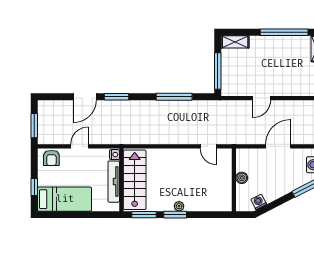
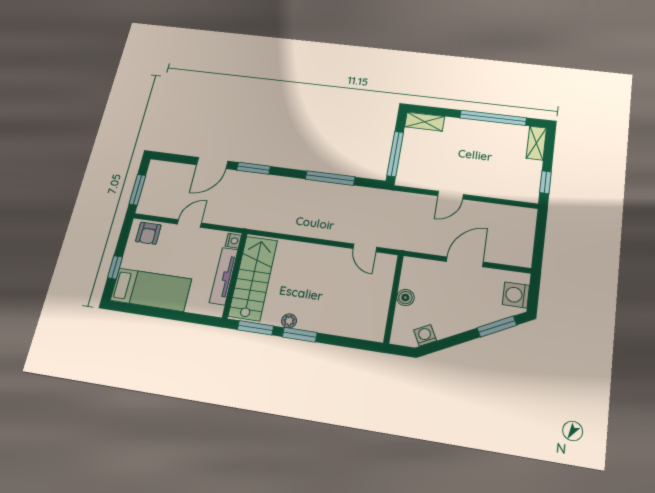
plant: (179, 206) -> (289, 321), moved

